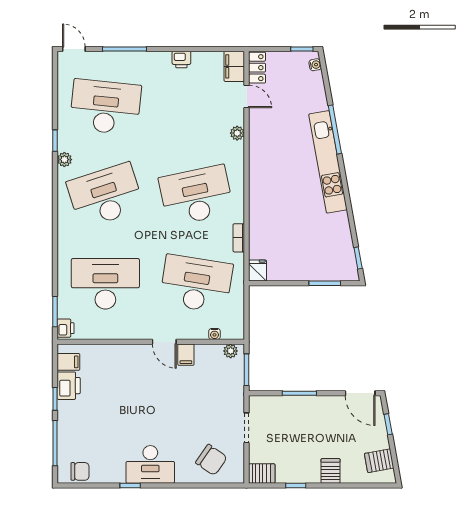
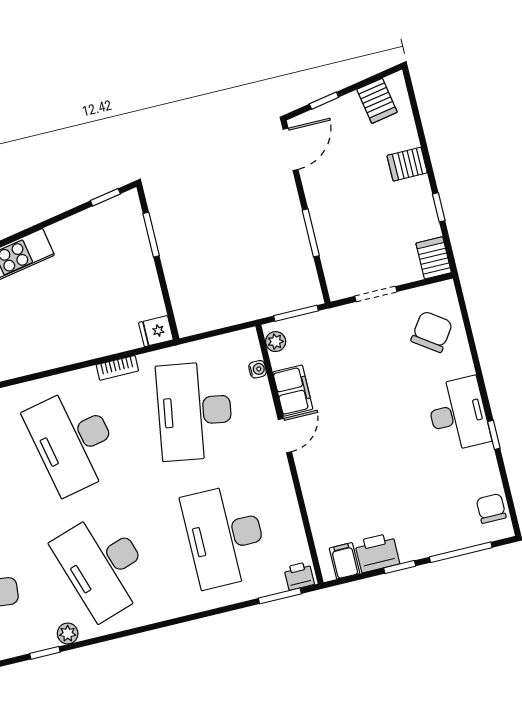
filing cabinet: (186, 355) -> (293, 391), width x2.00

